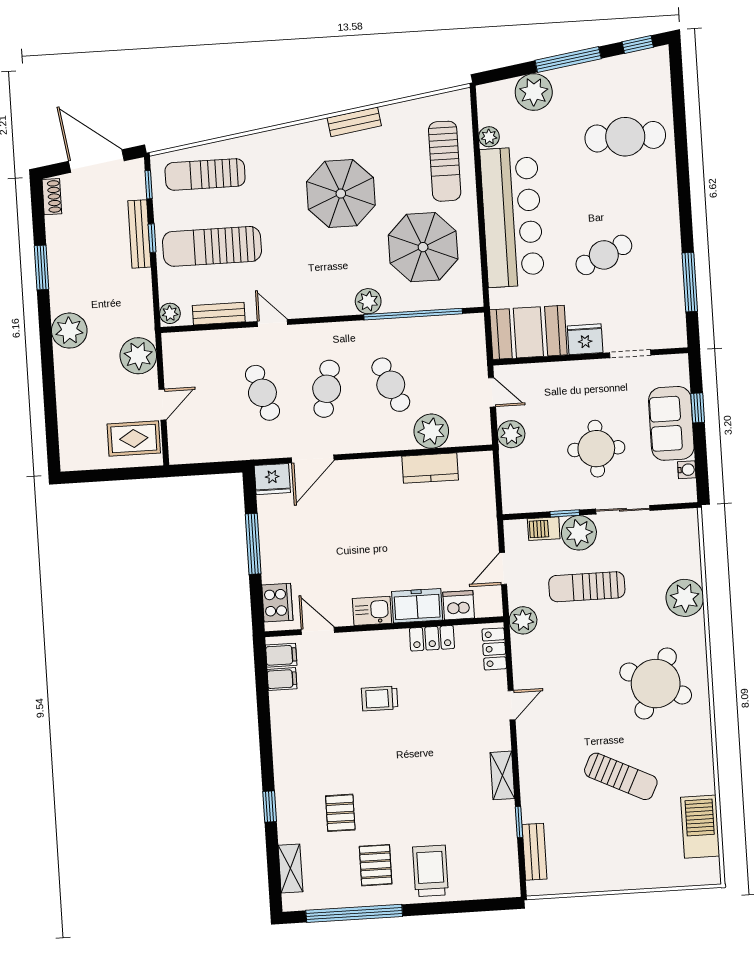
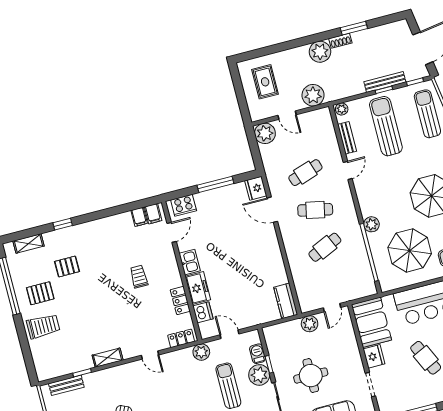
shoe rack: (52, 197) -> (340, 41), moved
plant: (431, 431) -> (265, 133), moved
rug: (134, 438) -> (265, 82), moved
kitchen counter: (430, 468) -> (286, 301), moved

